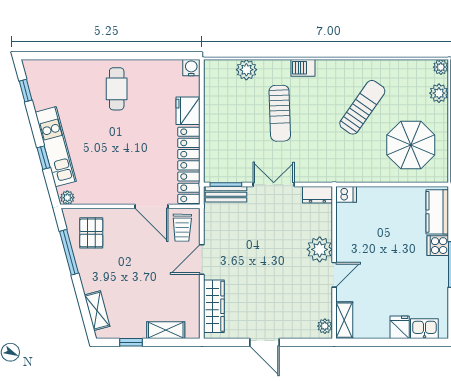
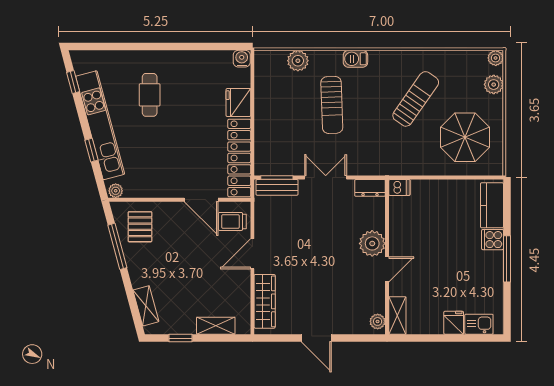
cafe table: (117, 89) -> (150, 95), moved
kitchen unit: (56, 147) -> (100, 125), width x1.36
trolley: (182, 228) -> (232, 221), turned 89

